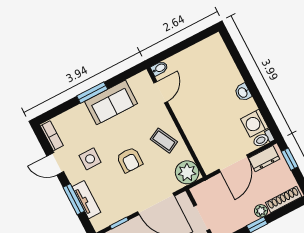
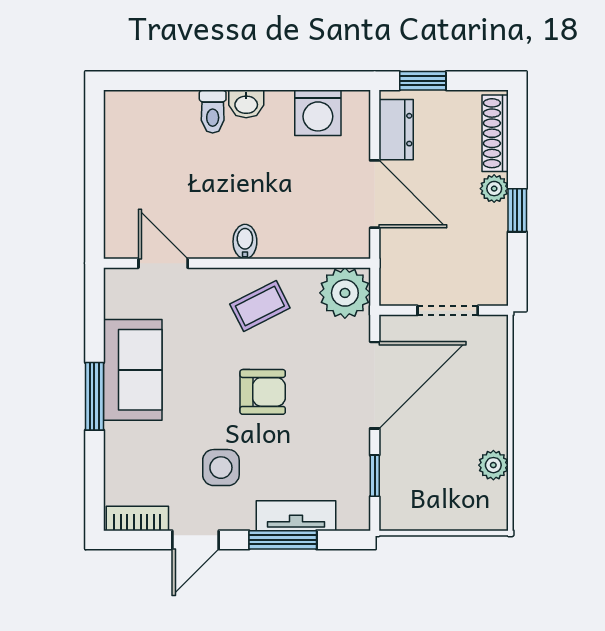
bidet: (159, 68) -> (245, 242), moved
toilet: (263, 139) -> (213, 112), moved

